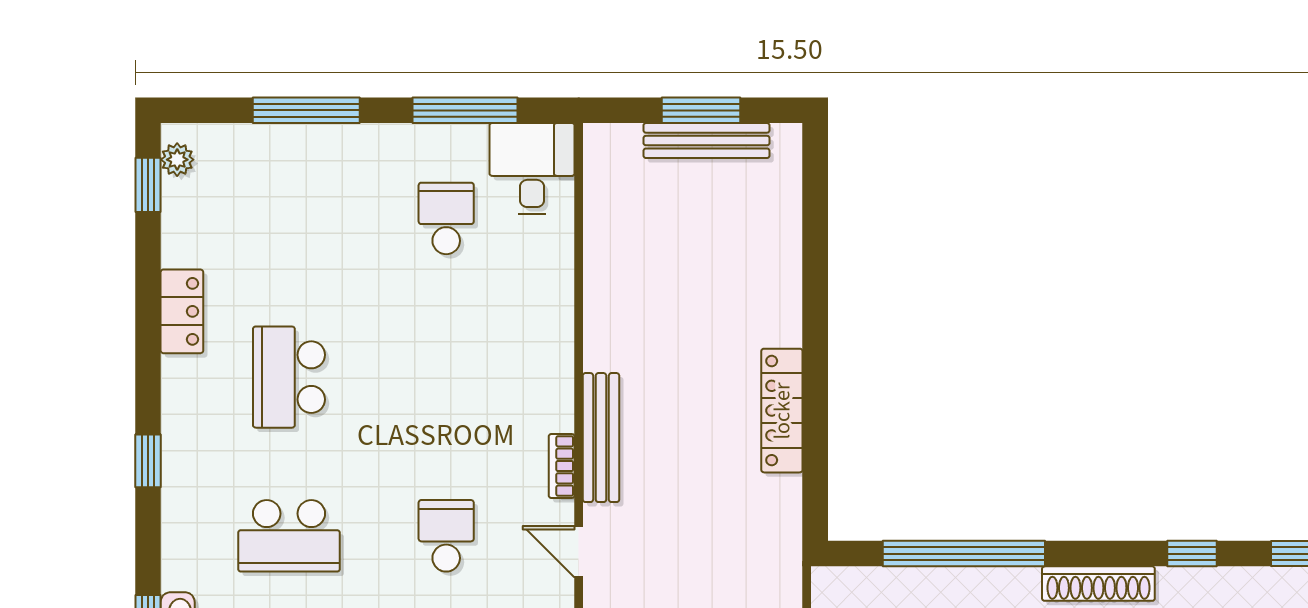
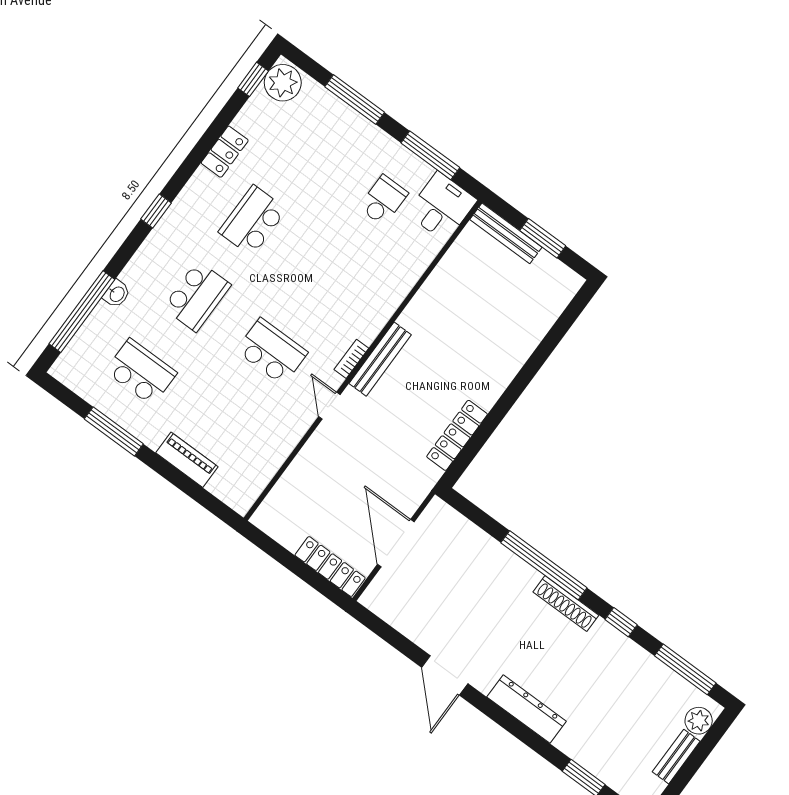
bench: (707, 141) -> (506, 233), moved
plant: (177, 160) -> (283, 83), width x1.88, depth x1.88
locker: (782, 411) -> (457, 435), moved
school desk: (289, 536) -> (197, 296), turned -90
school desk: (446, 536) -> (272, 352), width x1.85
window: (964, 554) -> (544, 565), moved

